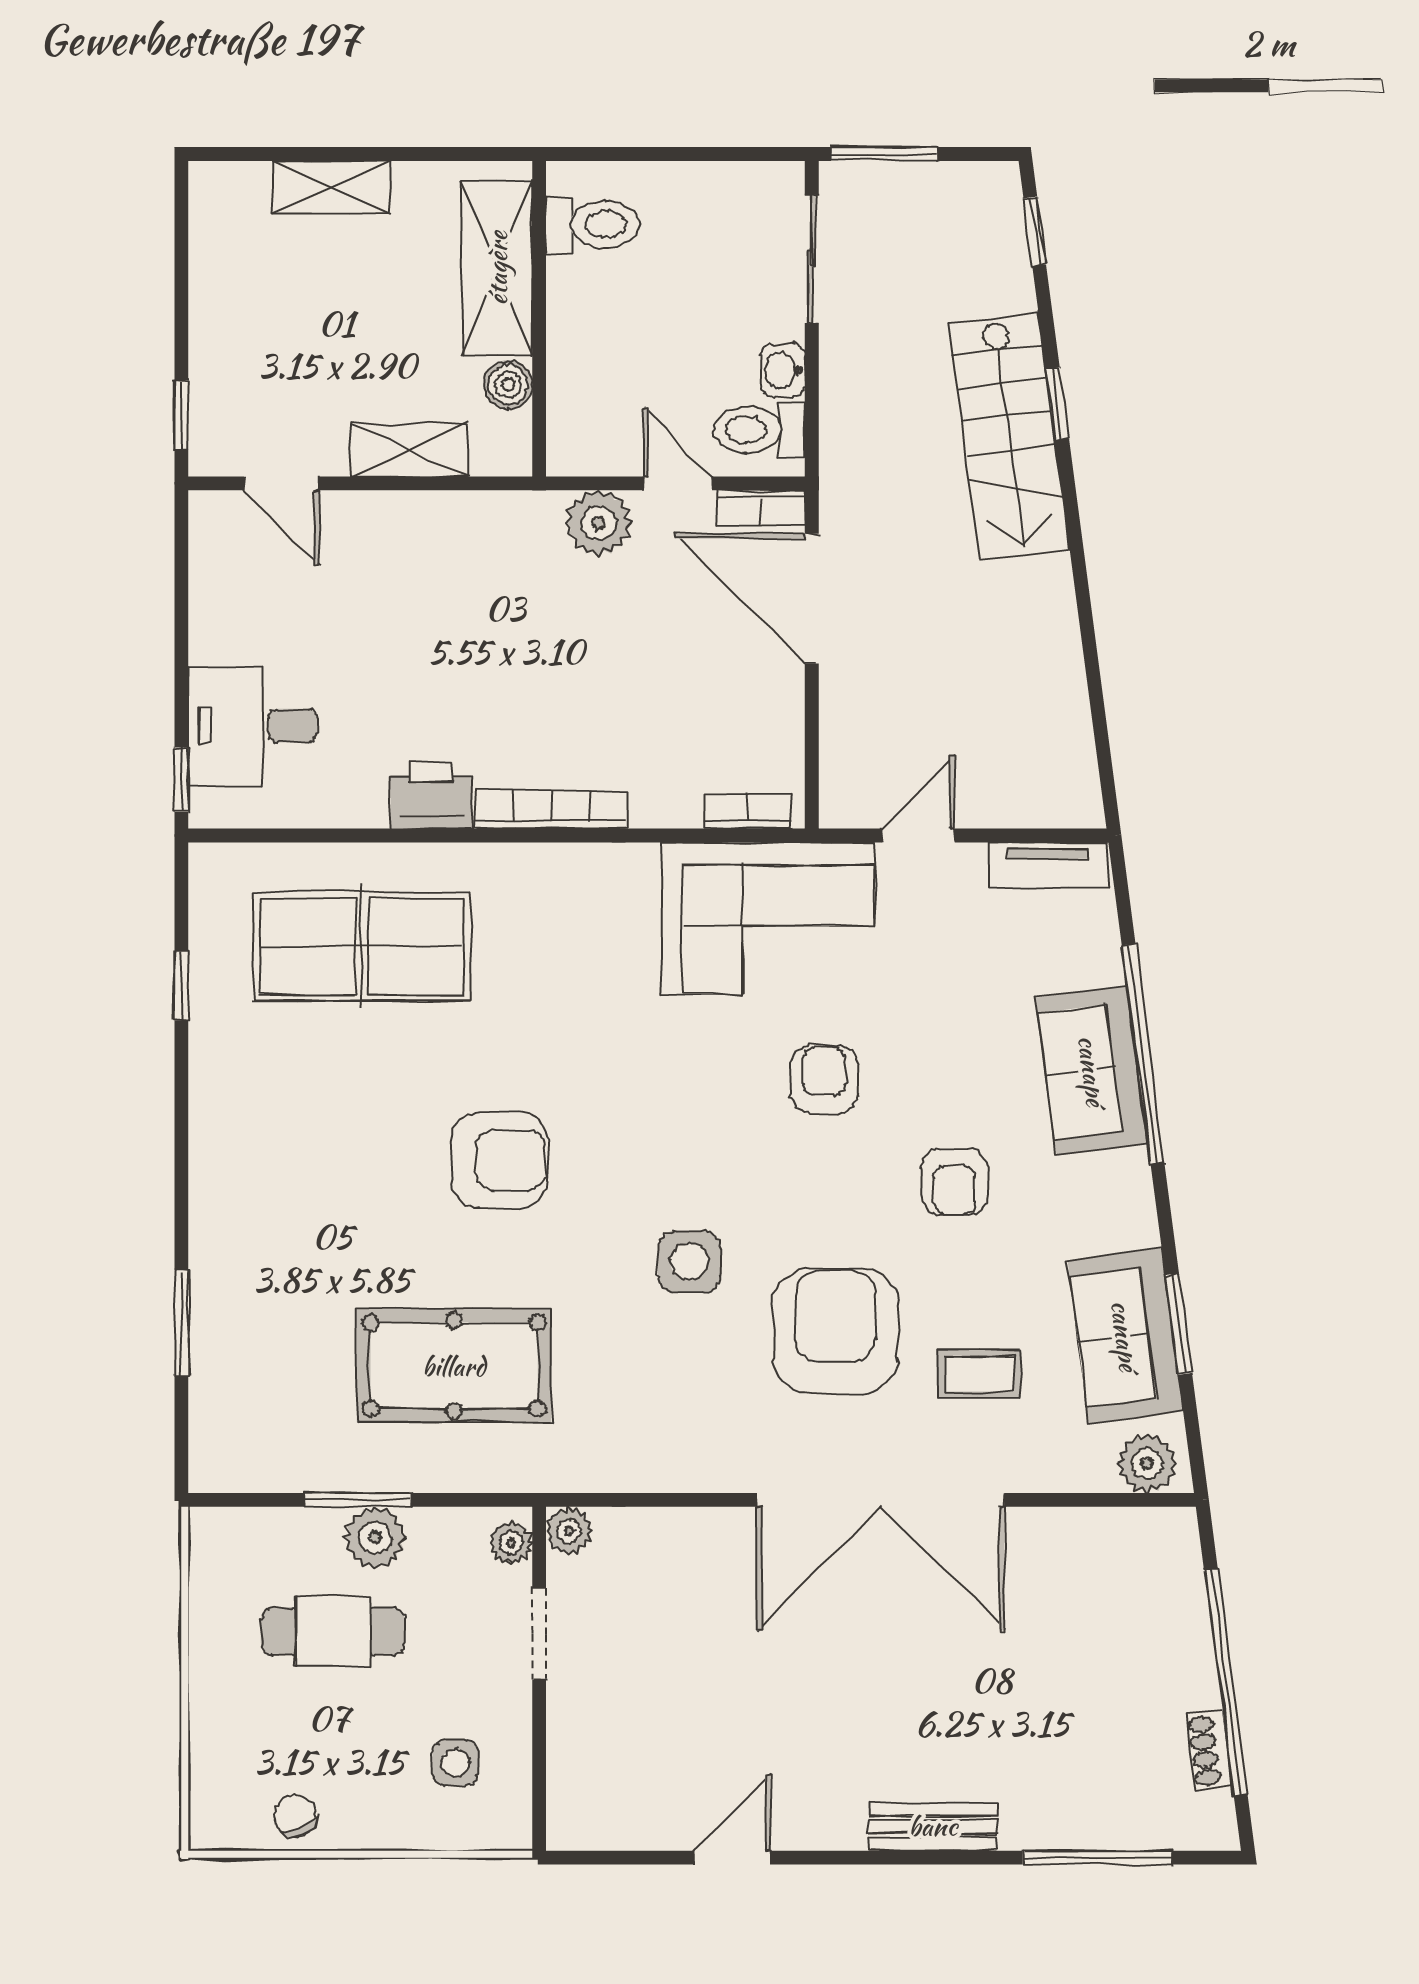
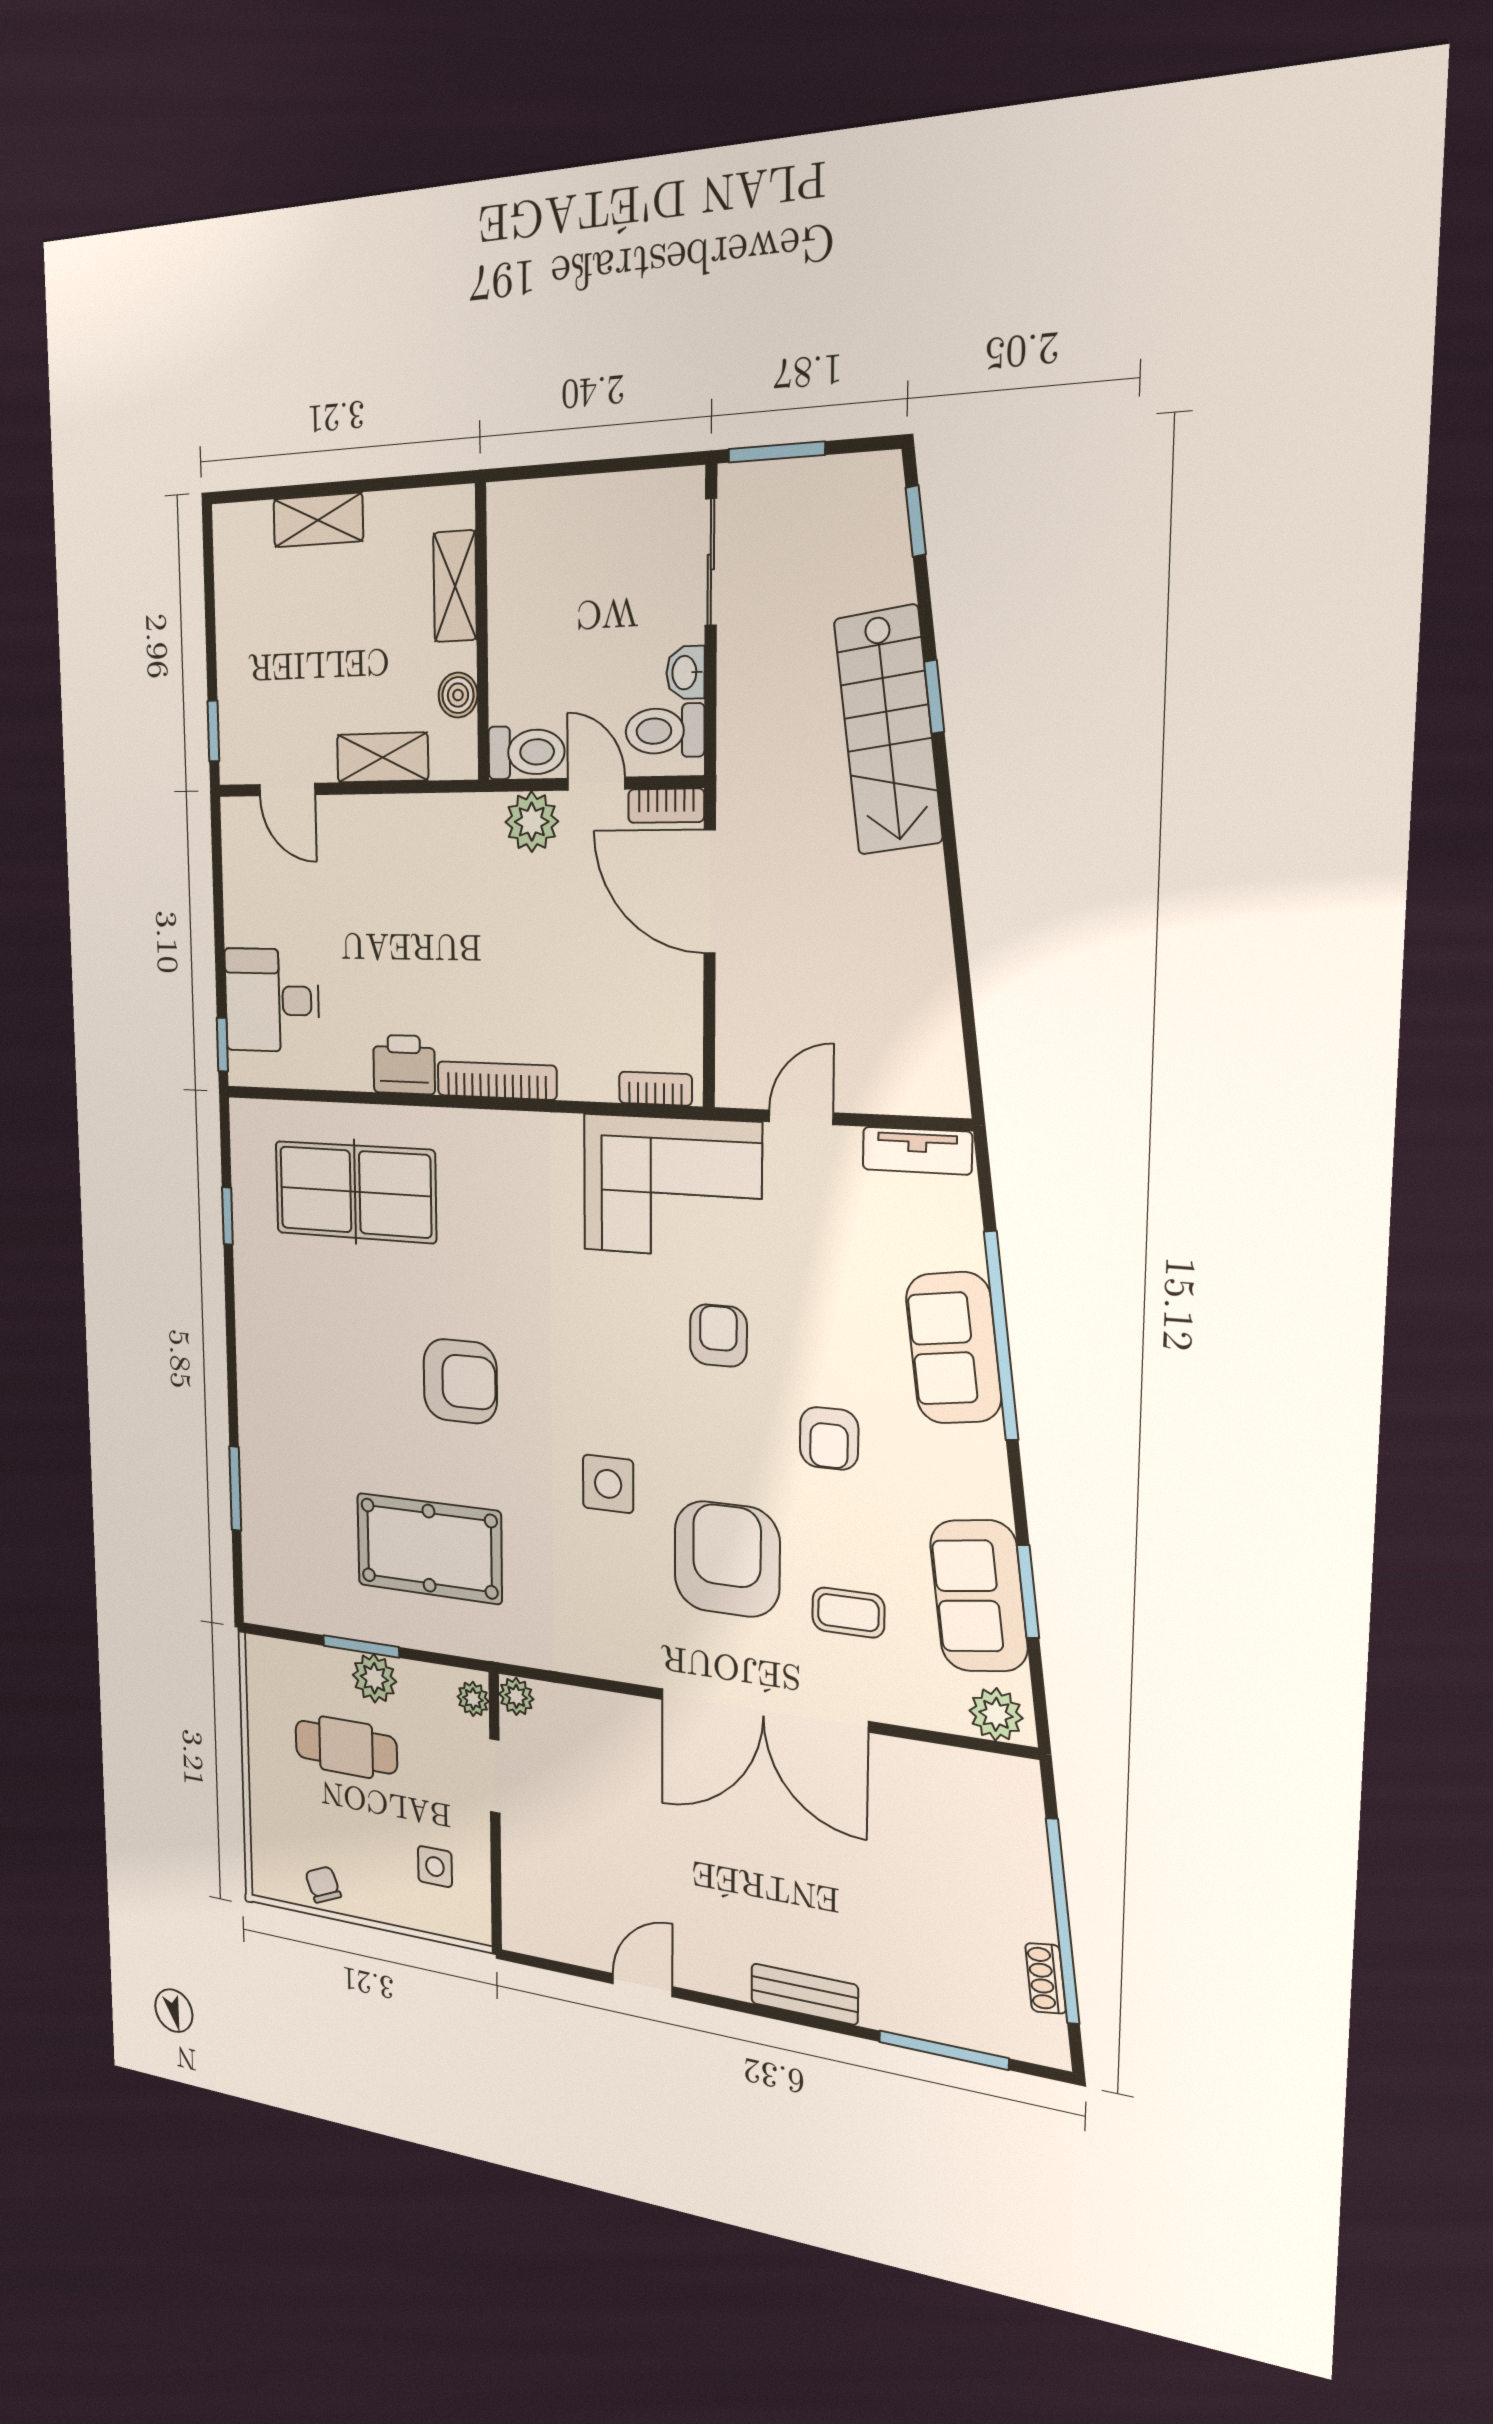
toilet: (593, 224) -> (526, 752), moved
shelving: (497, 268) -> (455, 586), width x0.67, depth x0.75

